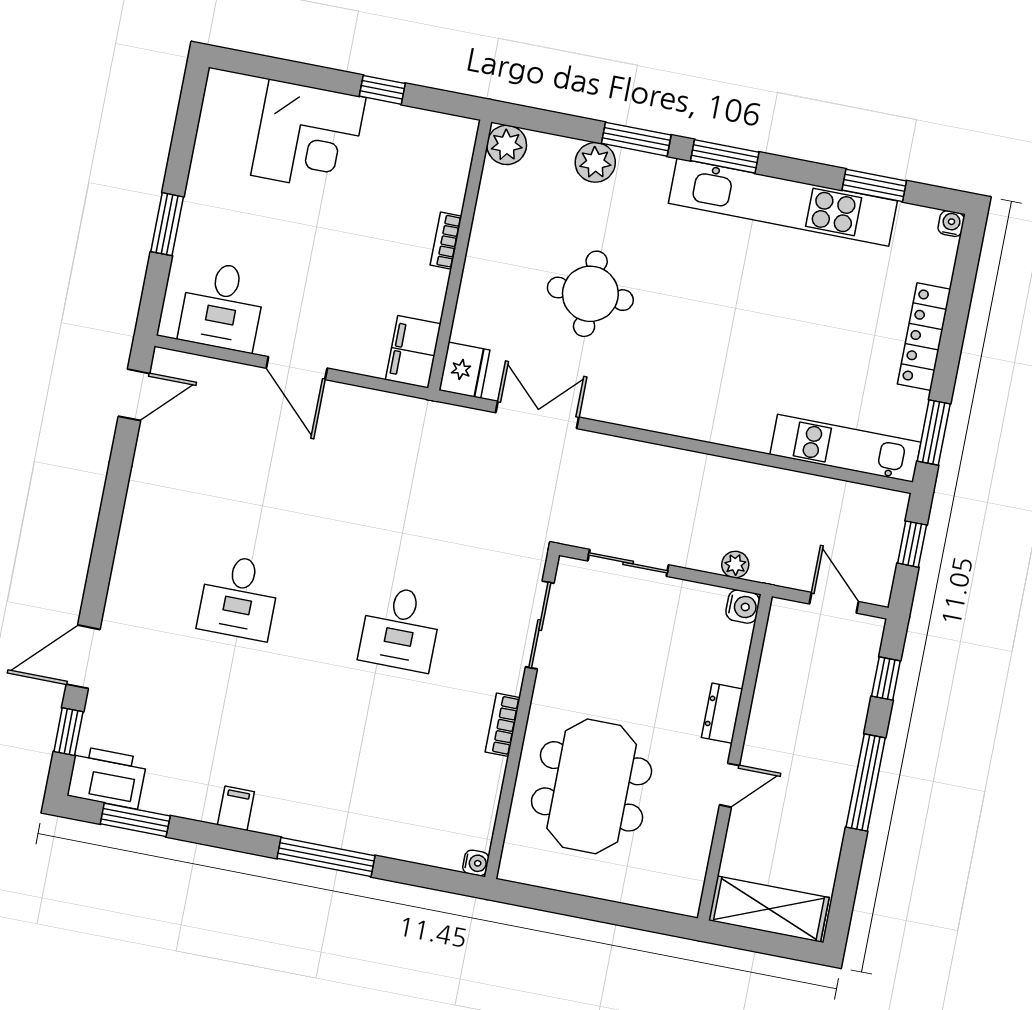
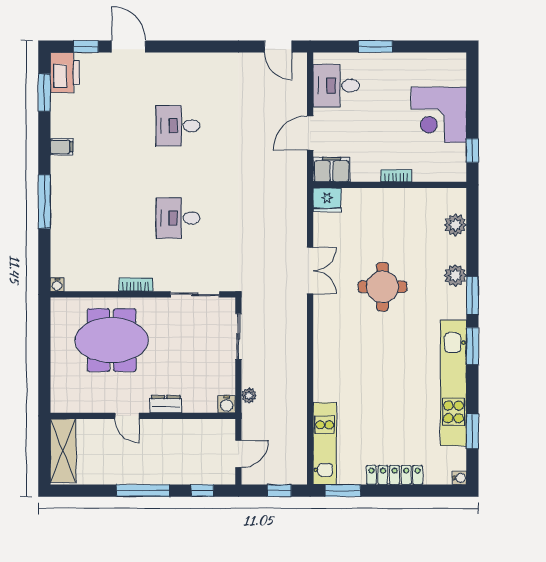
bookcase: (446, 241) -> (396, 176), moved
wall: (460, 255) -> (390, 185), moved
filing cabinet: (413, 352) -> (332, 170), moved
fridge: (464, 370) -> (327, 200), moved

